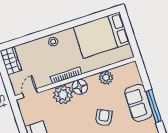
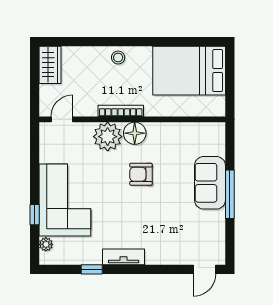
plant: (106, 78) -> (176, 132), removed
armchair: (104, 118) -> (141, 174), moved, turned -117

